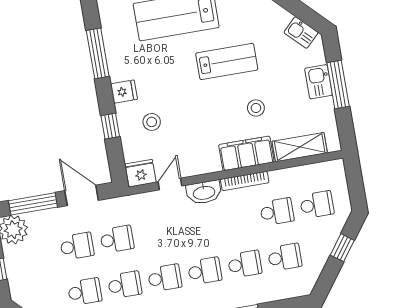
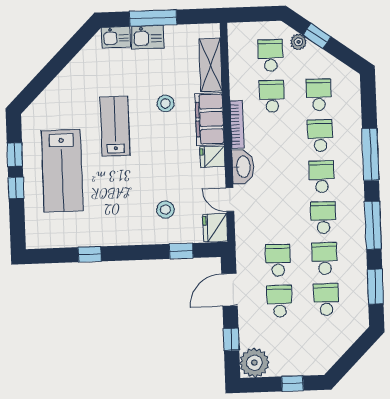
kitchen sink: (301, 33) -> (116, 37), moved, turned 45
window: (98, 53) -> (90, 254), width x0.46
fridge: (124, 92) -> (212, 157), moved, turned -90
window: (110, 126) -> (181, 251), moved
window: (33, 204) -> (231, 339), width x0.46
plant: (334, 230) -> (298, 42), added

